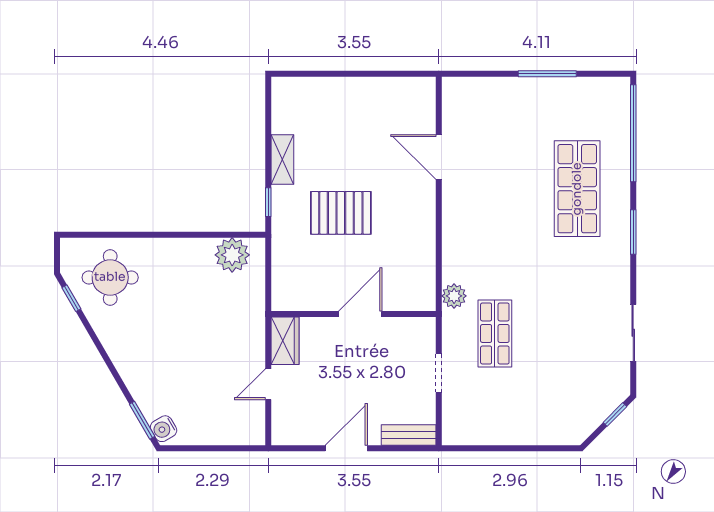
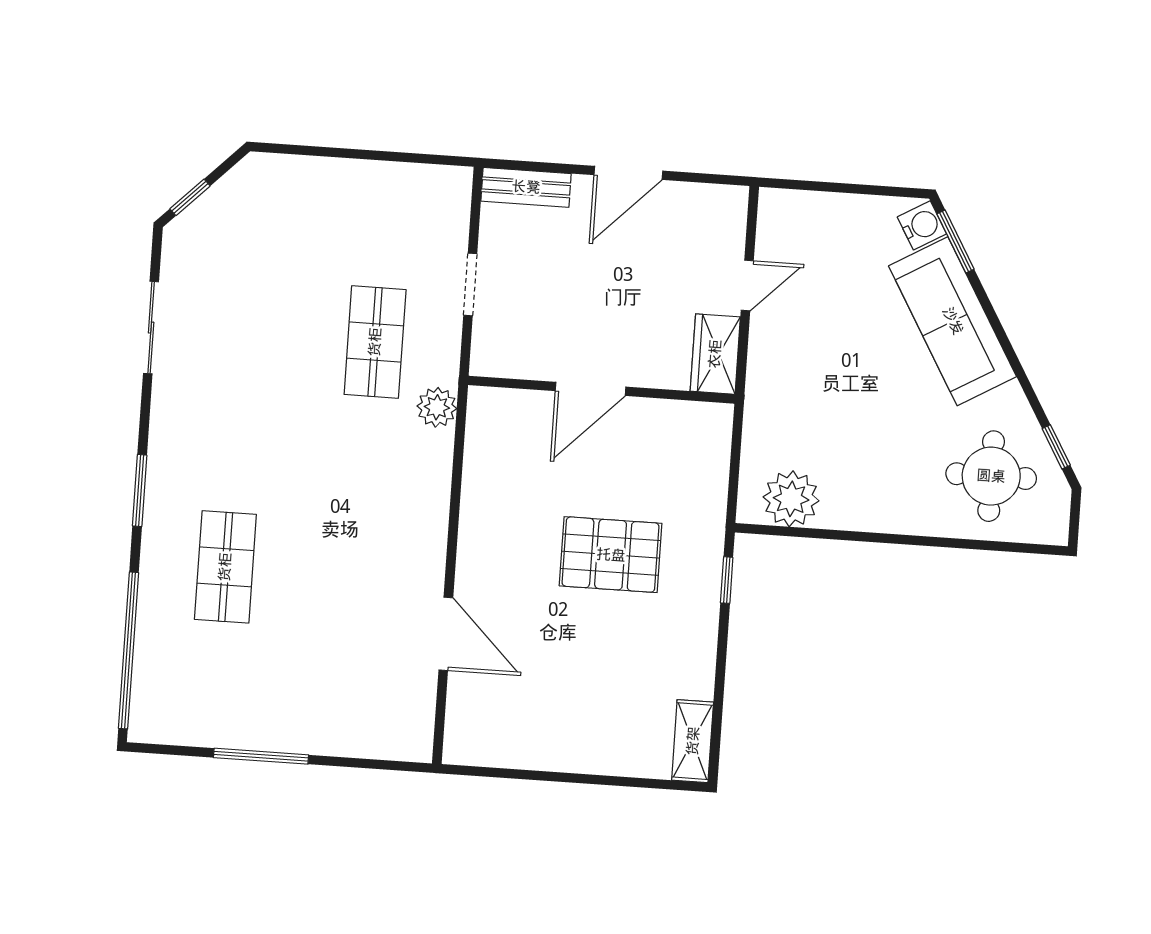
shelving: (282, 159) -> (693, 741), moved
shop shelf: (577, 189) -> (225, 567), width x0.70, depth x0.74
sofa: (141, 371) -> (953, 321), added

